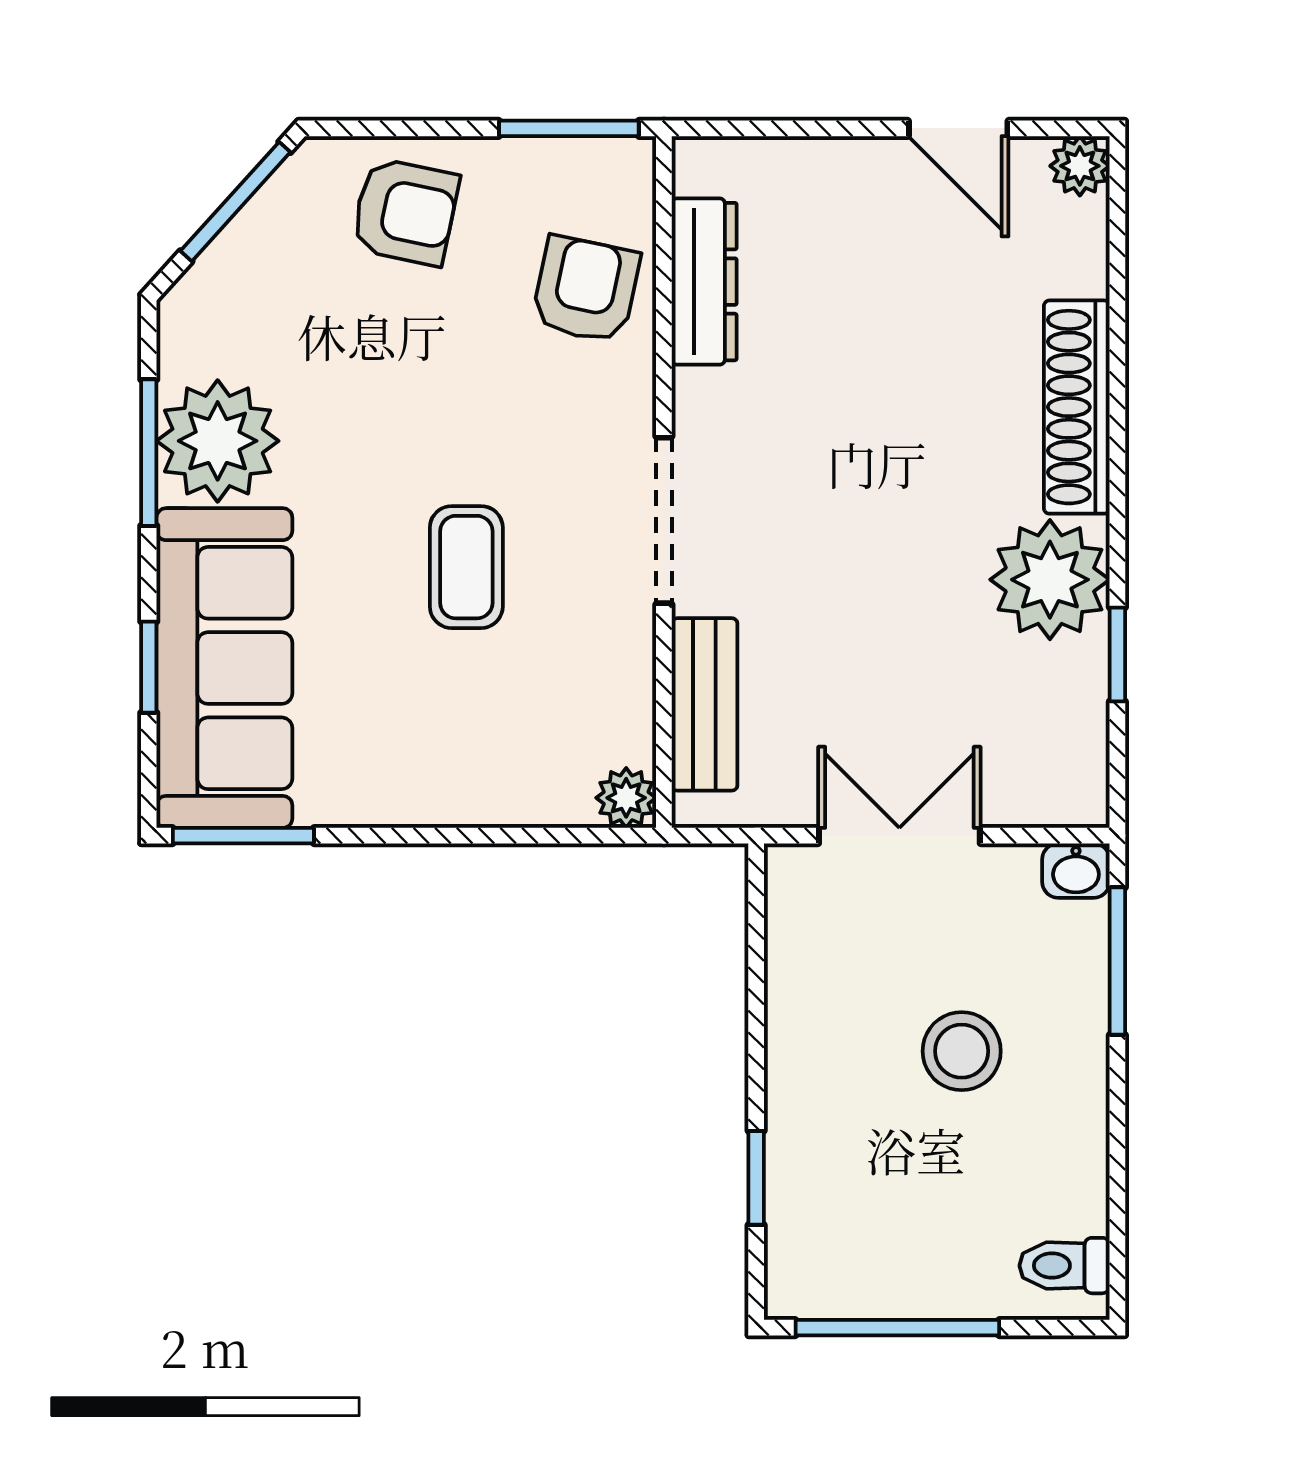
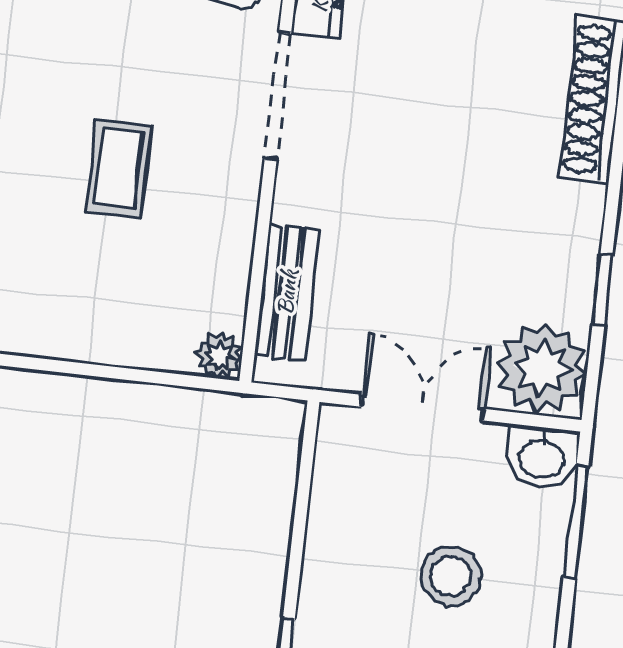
doorway: (664, 520) -> (278, 96), moved
plant: (1050, 580) -> (542, 368), moved
washbasin: (1076, 871) -> (542, 457), width x1.38, depth x1.45

